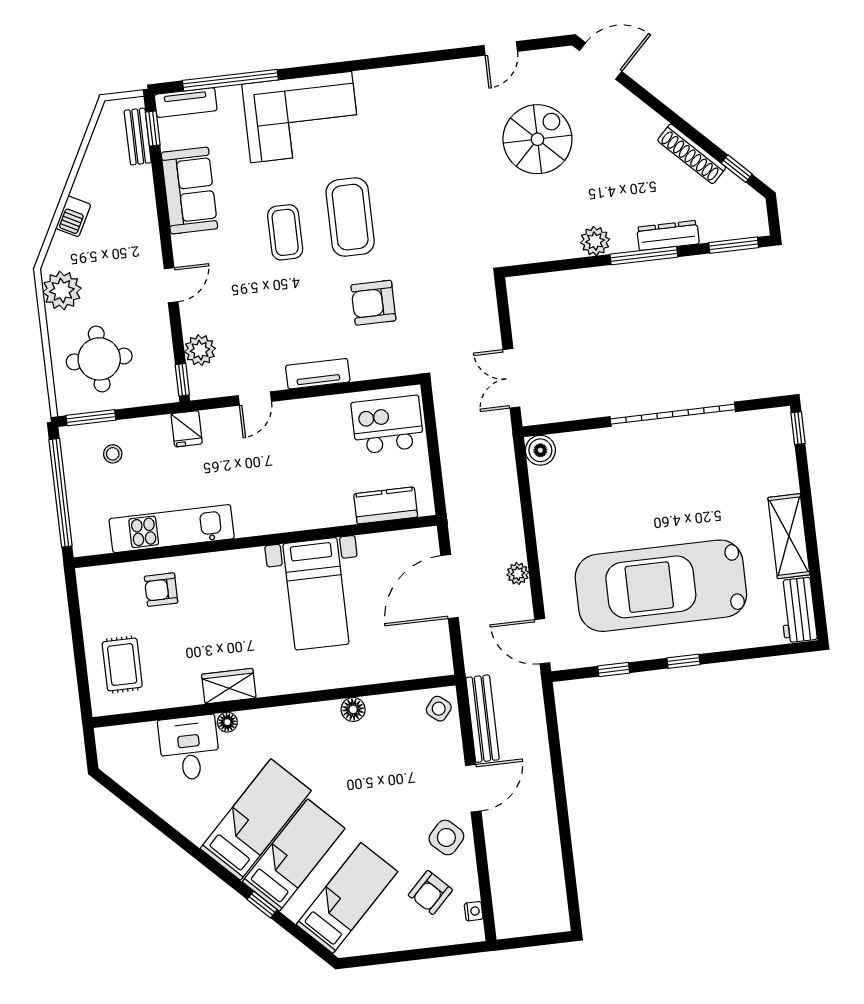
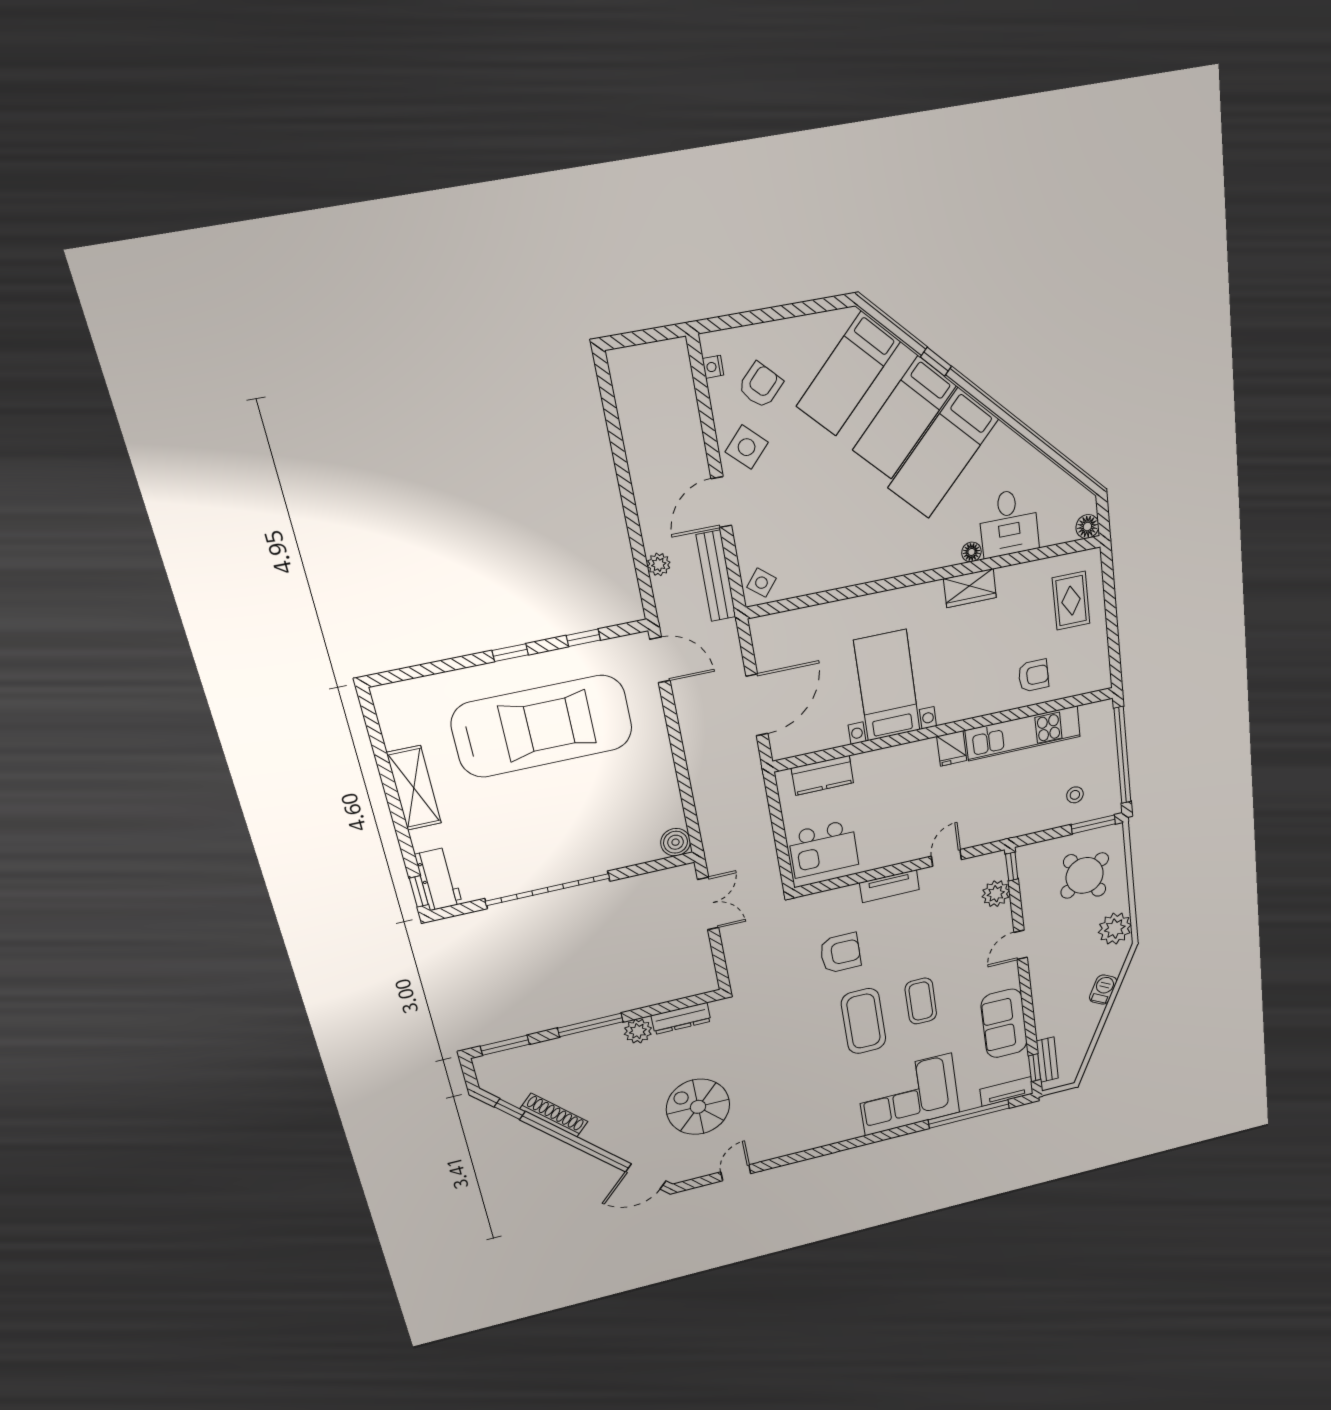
spiral stairs: (537, 139) -> (698, 1107), turned 90
dresser: (668, 235) -> (681, 1018), moved
round table: (99, 359) -> (1085, 876), turned -35
fridge: (187, 429) -> (952, 748), moved, turned 180
plant: (518, 574) -> (659, 564), moved
workbench: (798, 610) -> (438, 879), moved
floor lamp: (353, 709) -> (1087, 526), moved

